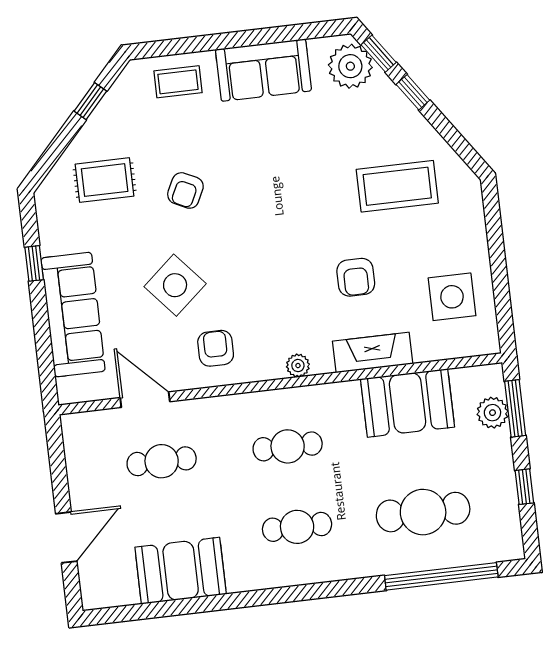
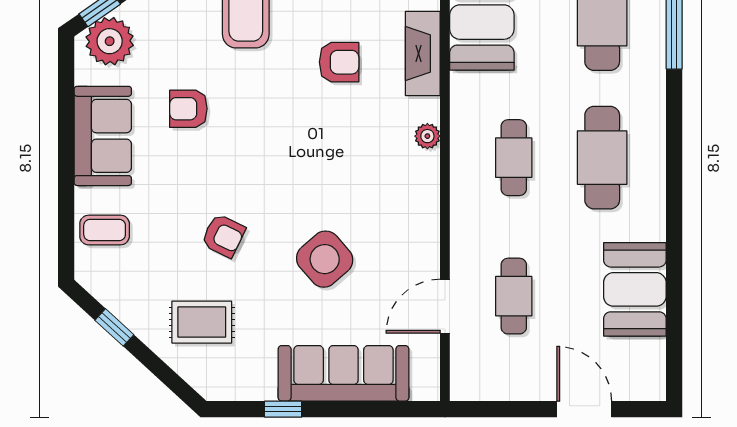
coffee table: (178, 82) -> (105, 230), turned 90
rug: (105, 180) -> (202, 322), turned 90
armchair: (216, 348) -> (188, 109), moved
cafe table: (297, 527) -> (602, 158), width x1.37, depth x1.35

